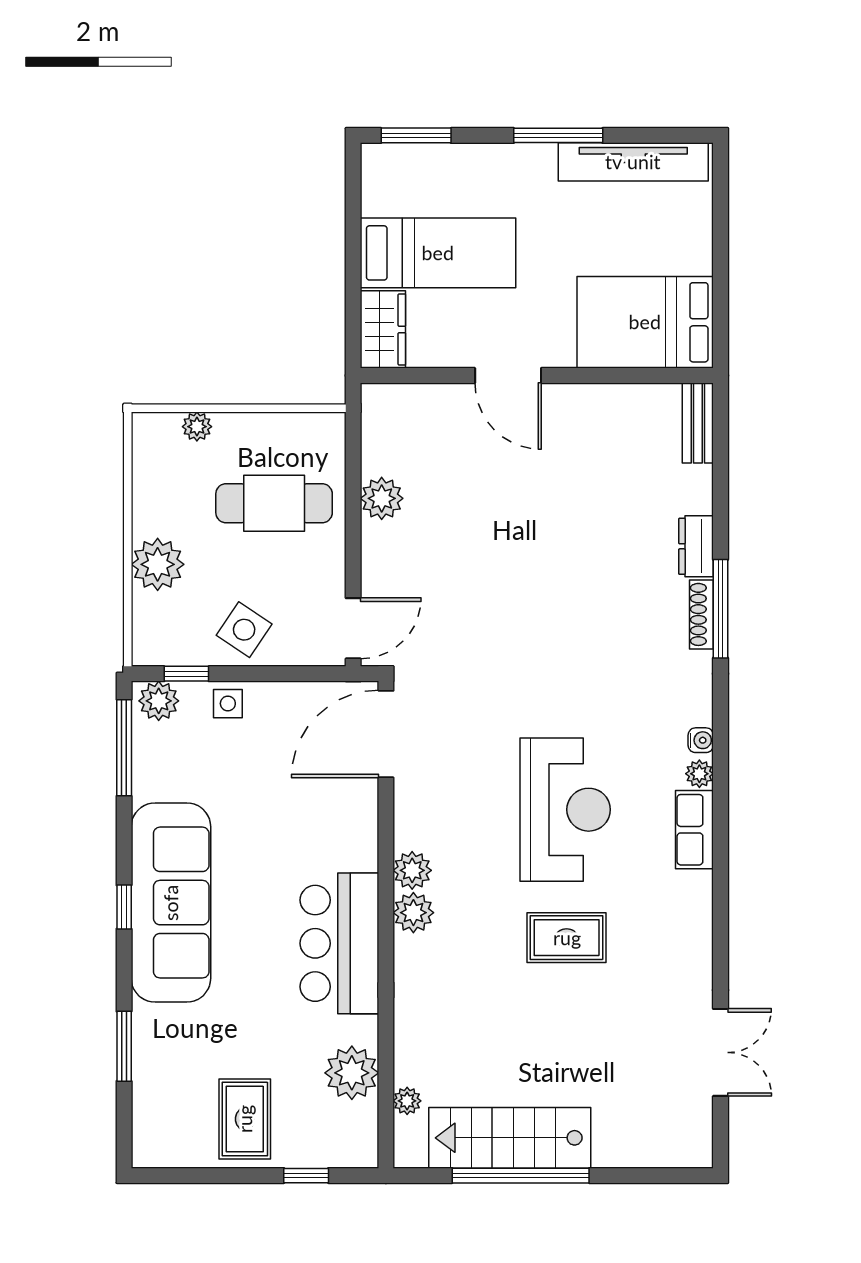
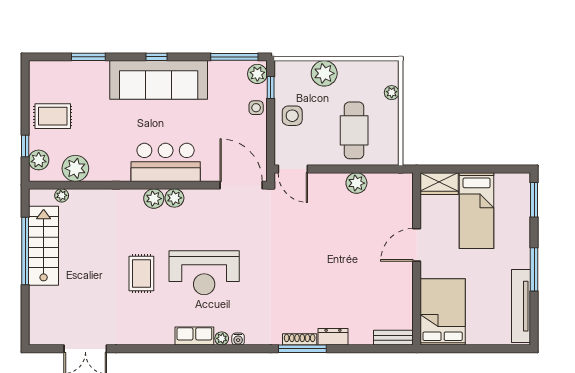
side table: (244, 630) -> (292, 116), turned -34
bar counter: (339, 943) -> (166, 162), moved
plant: (335, 1148) -> (39, 160), added

